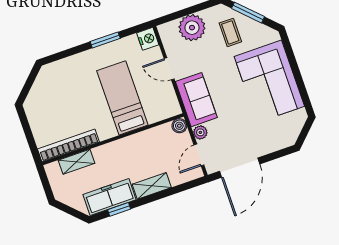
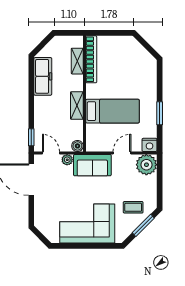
plant: (192, 28) -> (146, 165), moved
shelving: (152, 186) -> (77, 106), moved
window: (119, 209) -> (31, 137), moved

